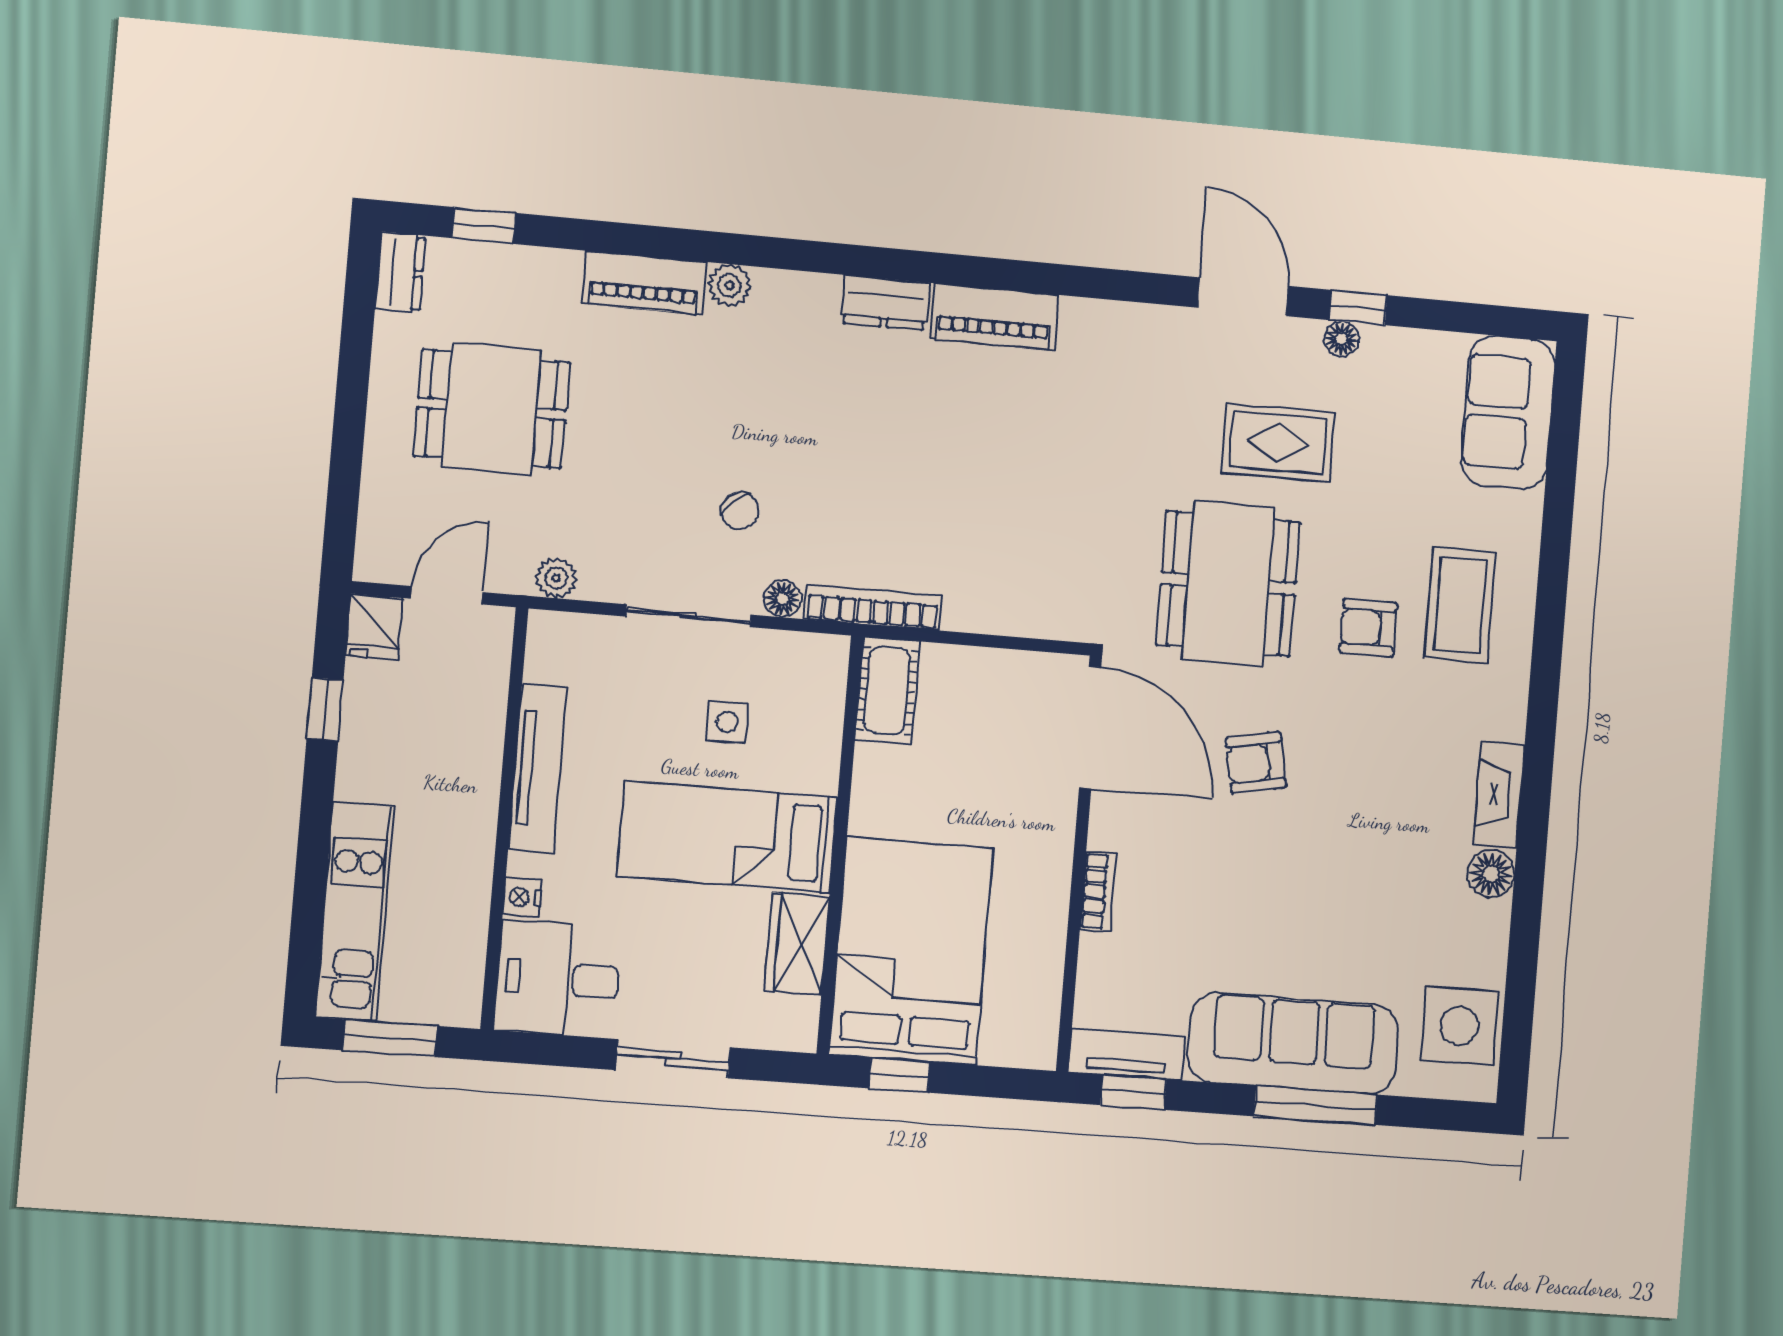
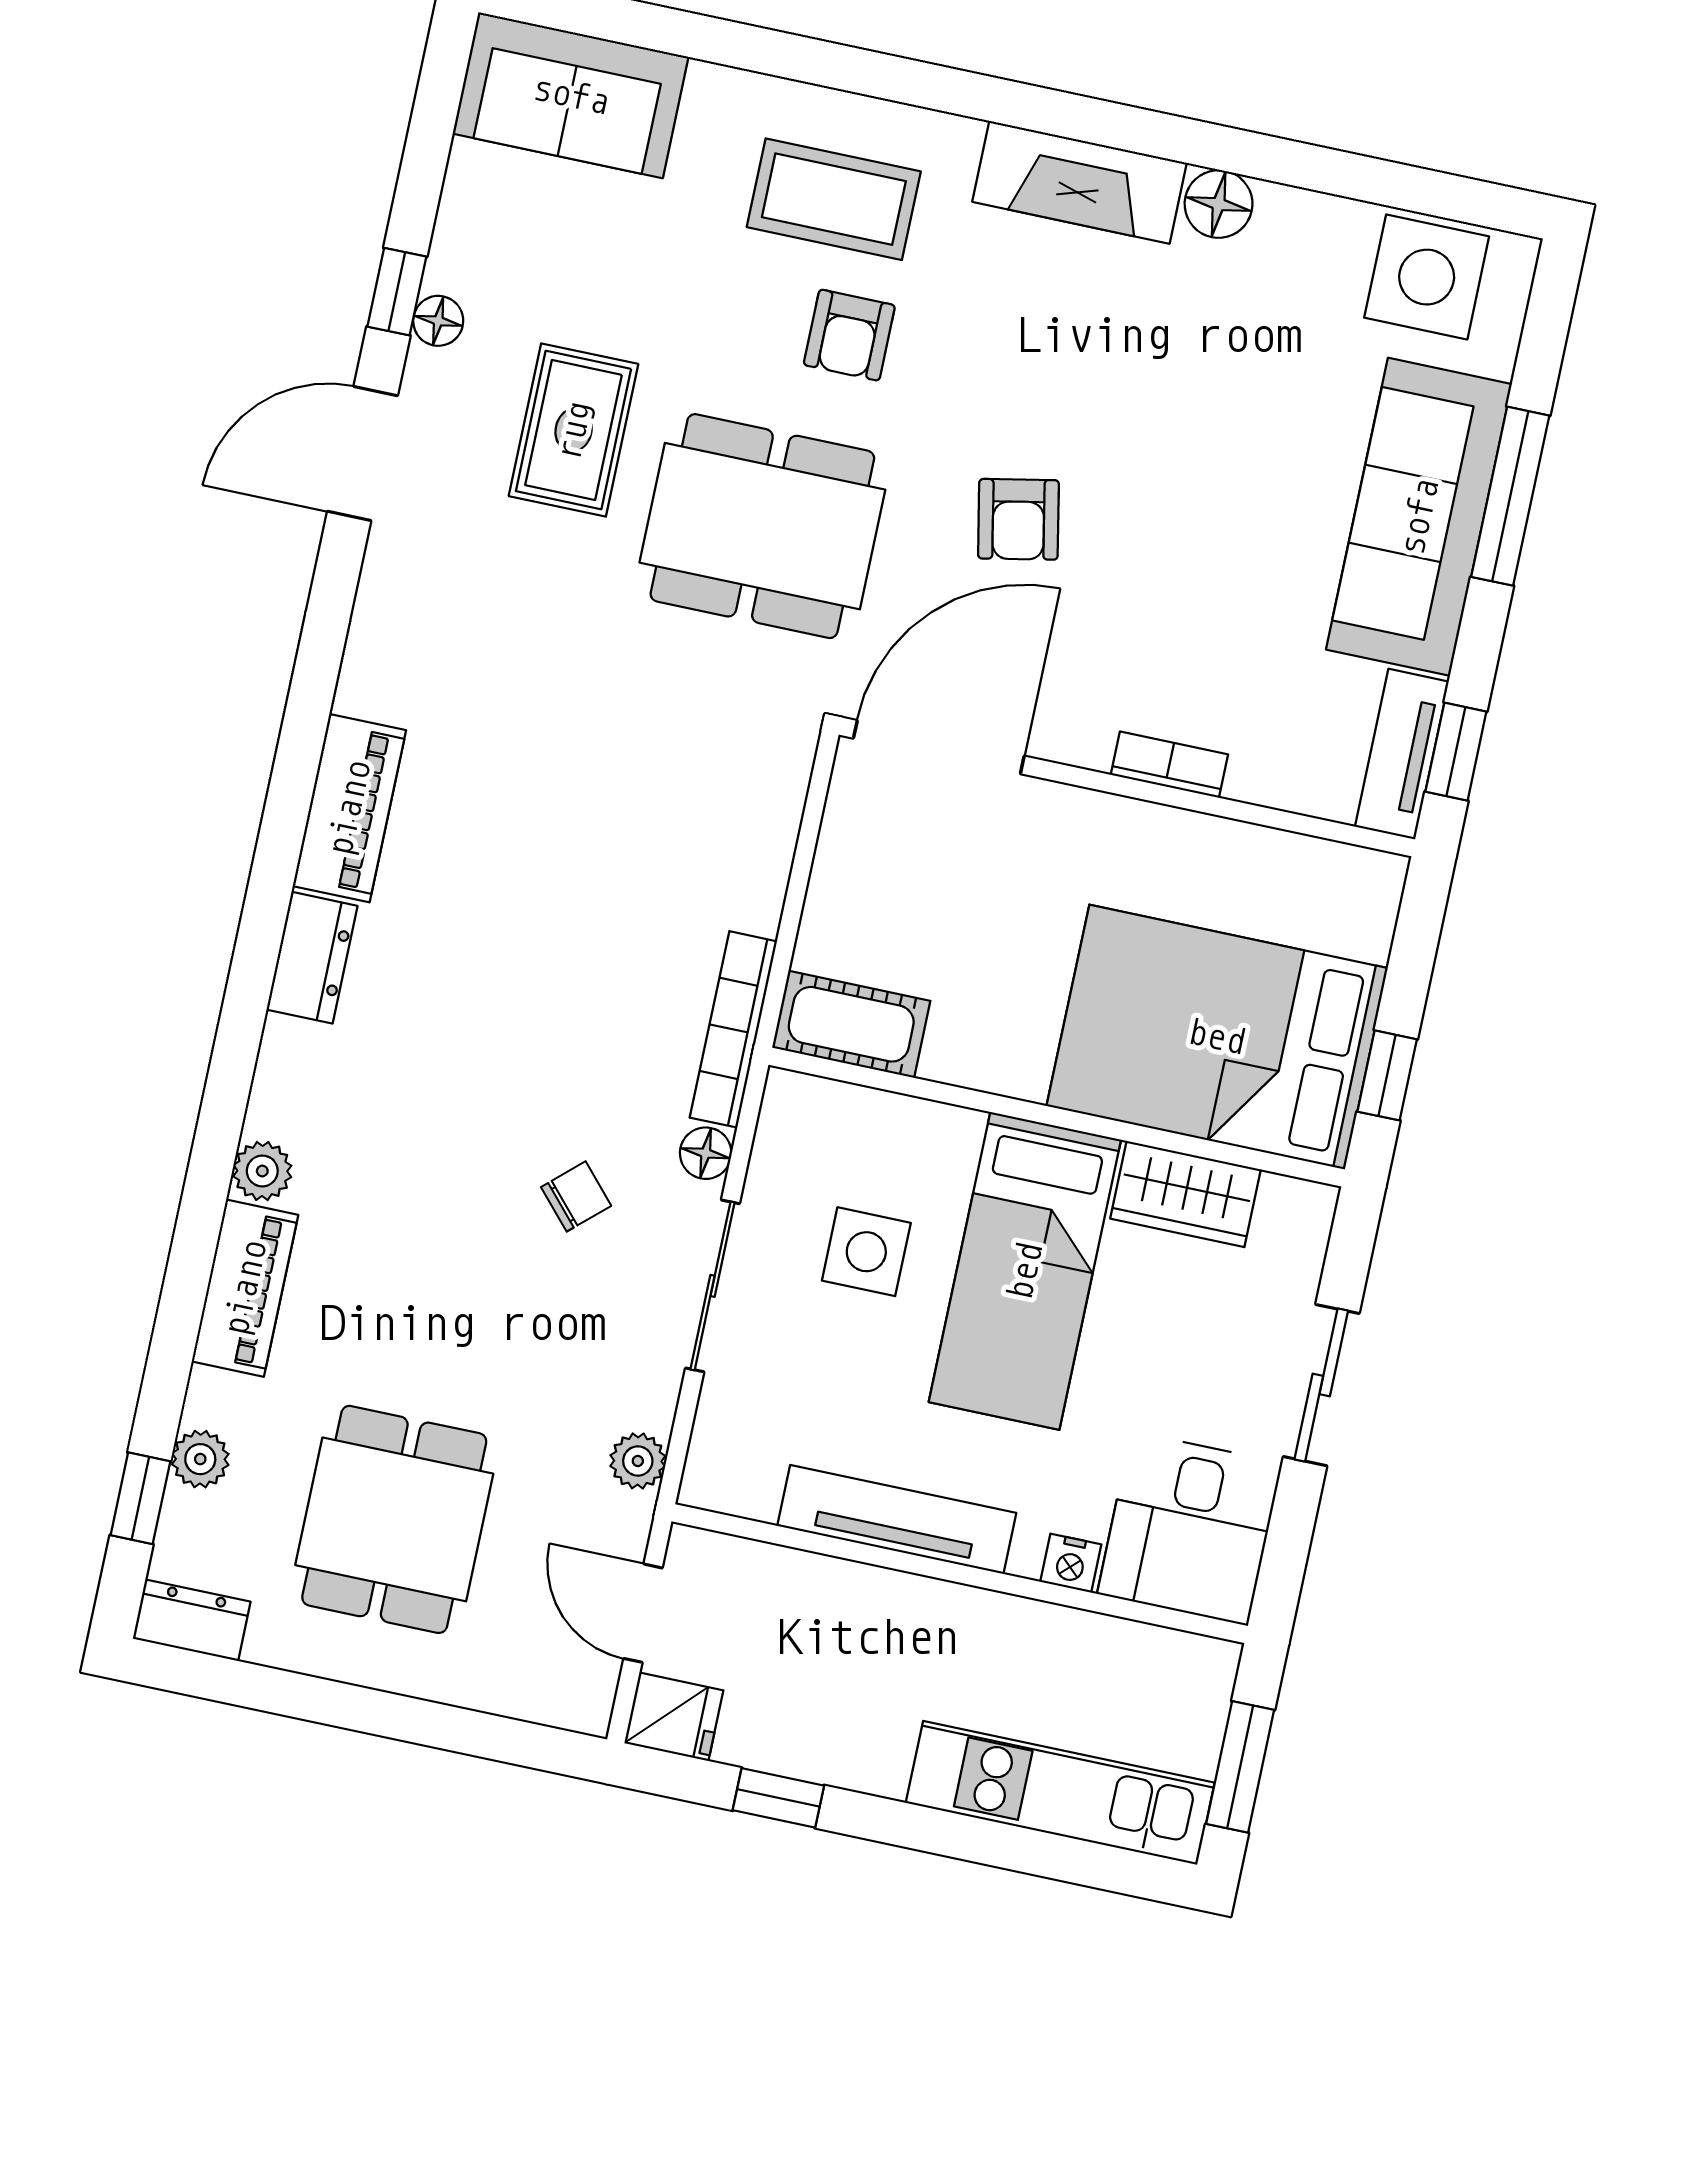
plant: (517, 265) -> (200, 1459), added
side table: (727, 722) -> (866, 1252), width x1.37, depth x1.37
fireplace: (1499, 794) -> (1080, 182), width x1.37, depth x1.32

